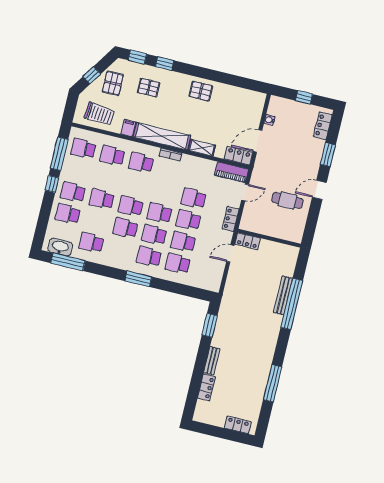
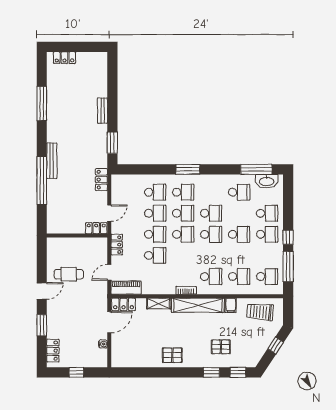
pallet: (113, 83) -> (255, 343), removed
bench: (283, 295) -> (52, 161), moved
locker: (206, 387) -> (101, 180), moved

